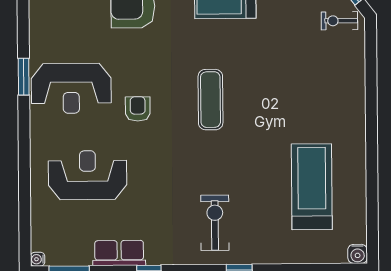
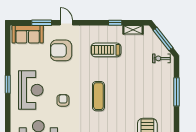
reception desk: (71, 88) -> (31, 90), turned -90
window: (371, 89) -> (177, 92), added

